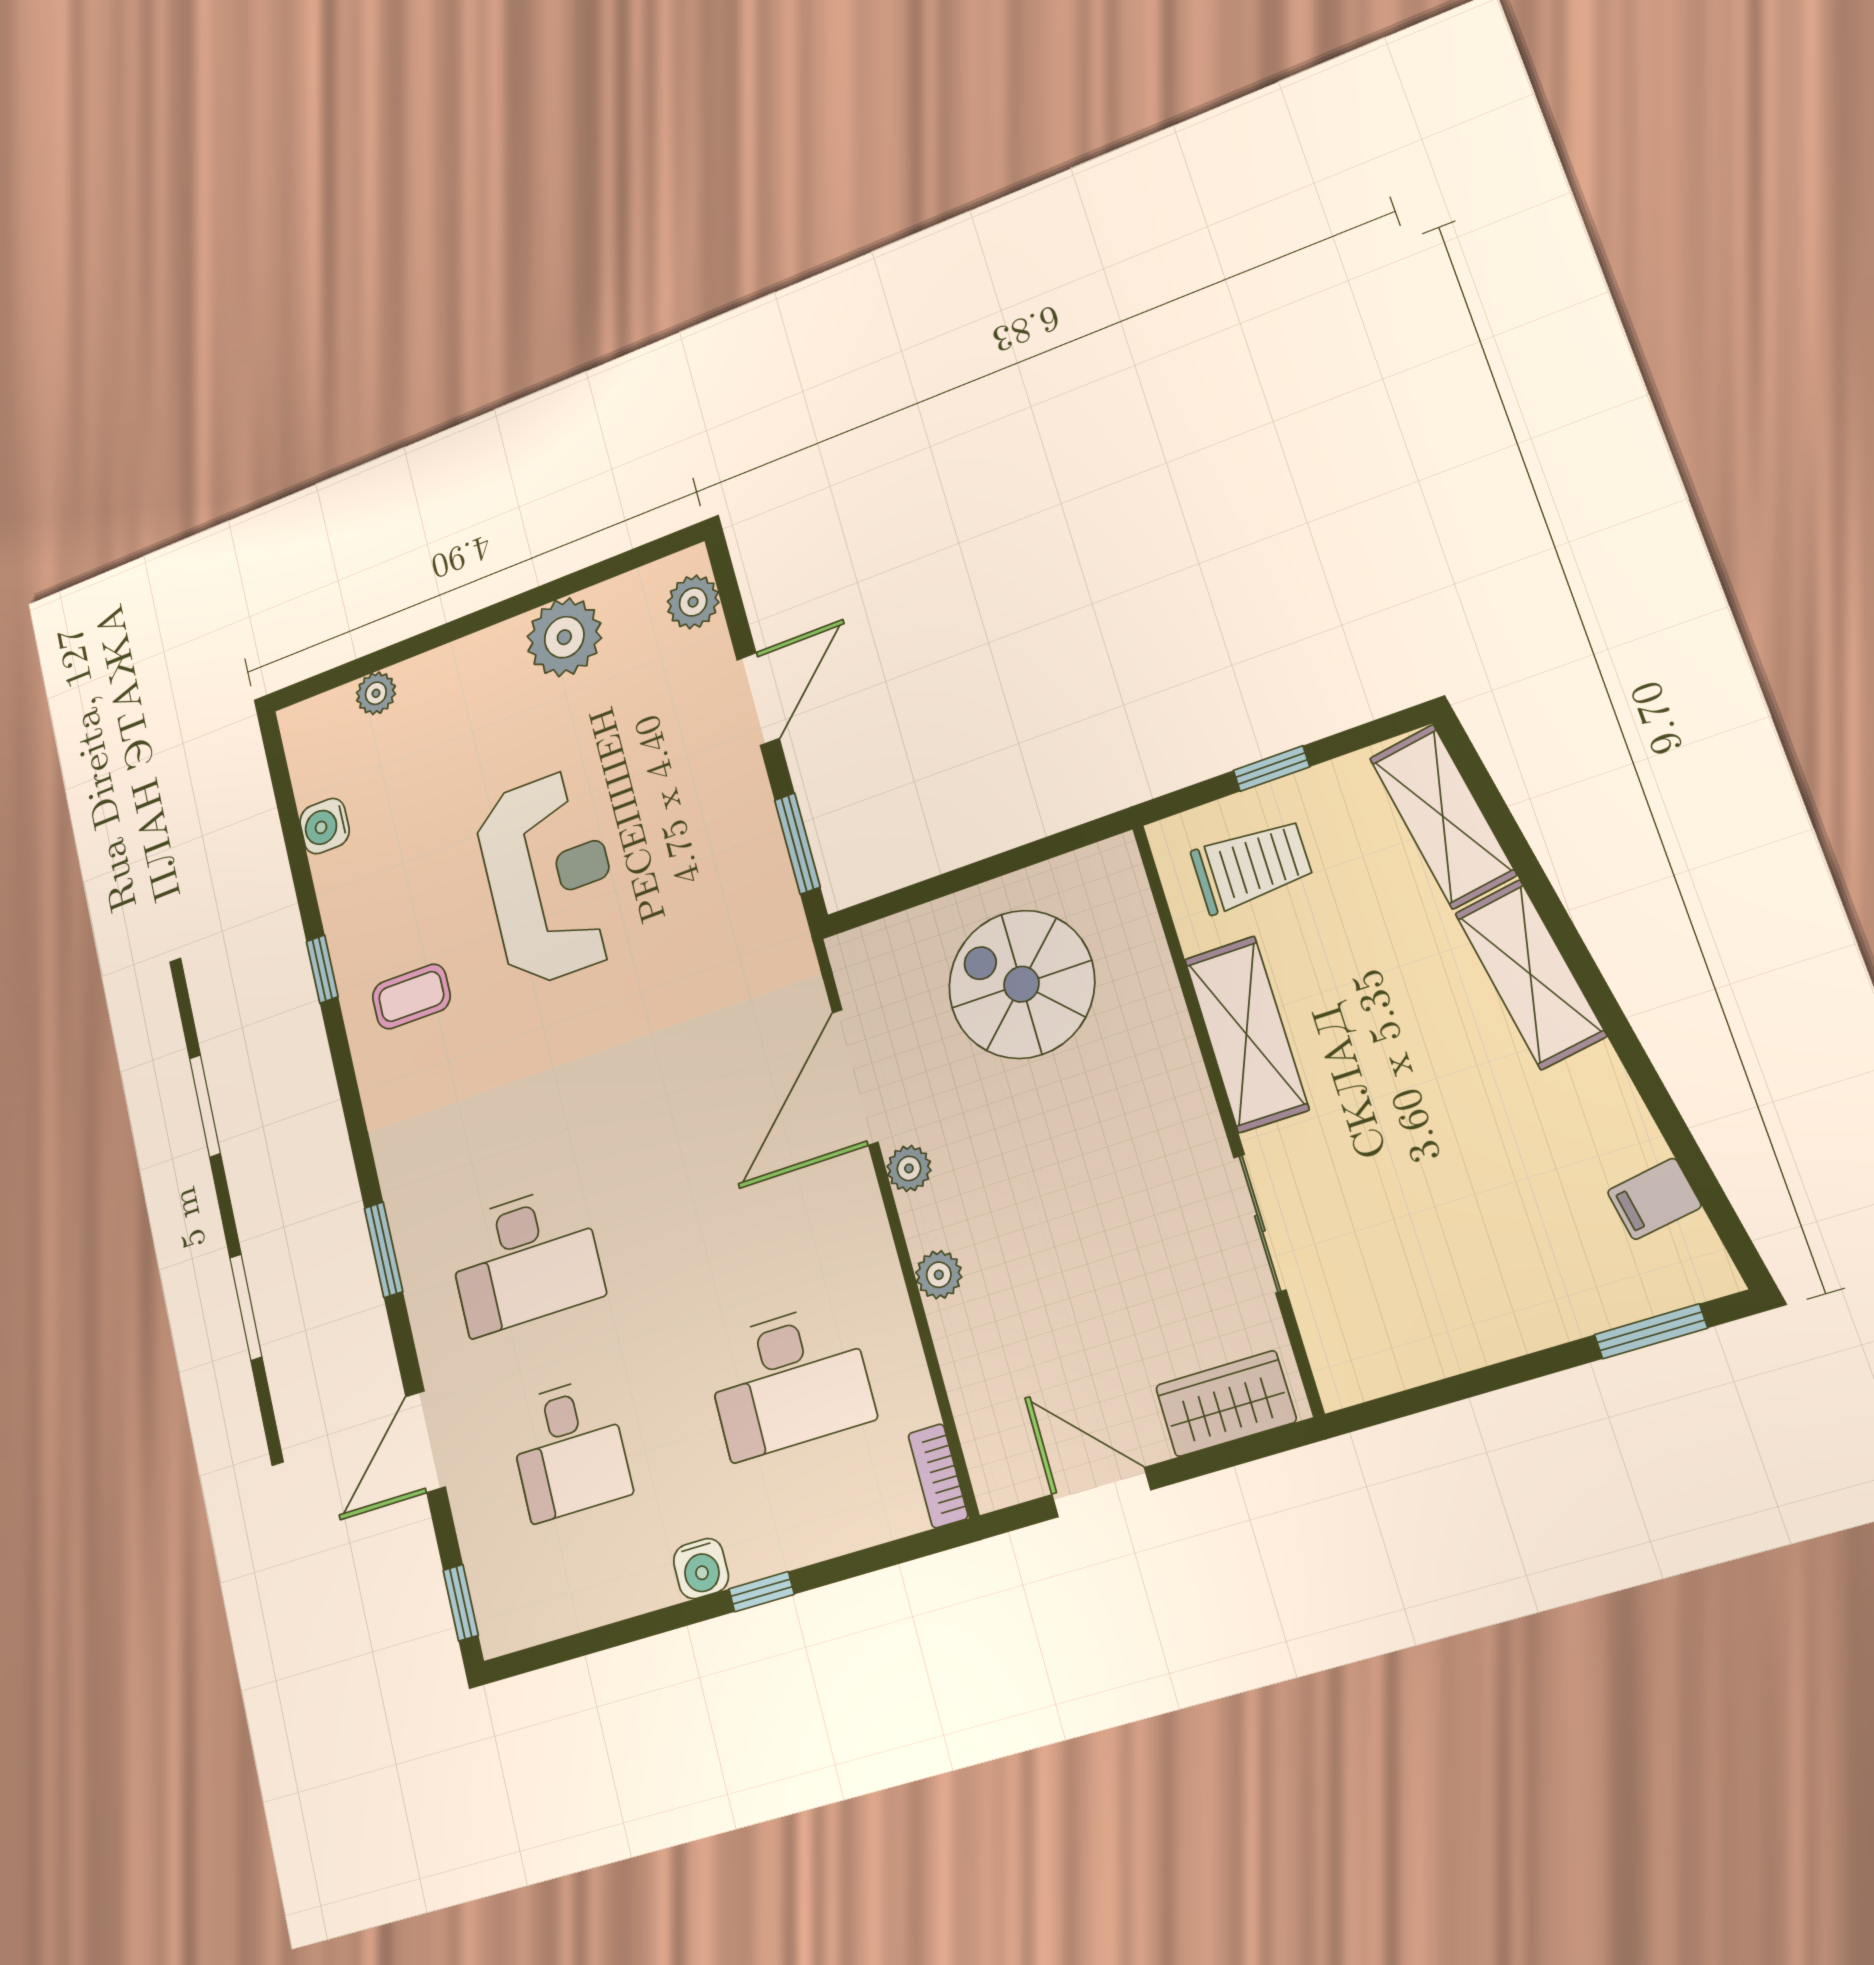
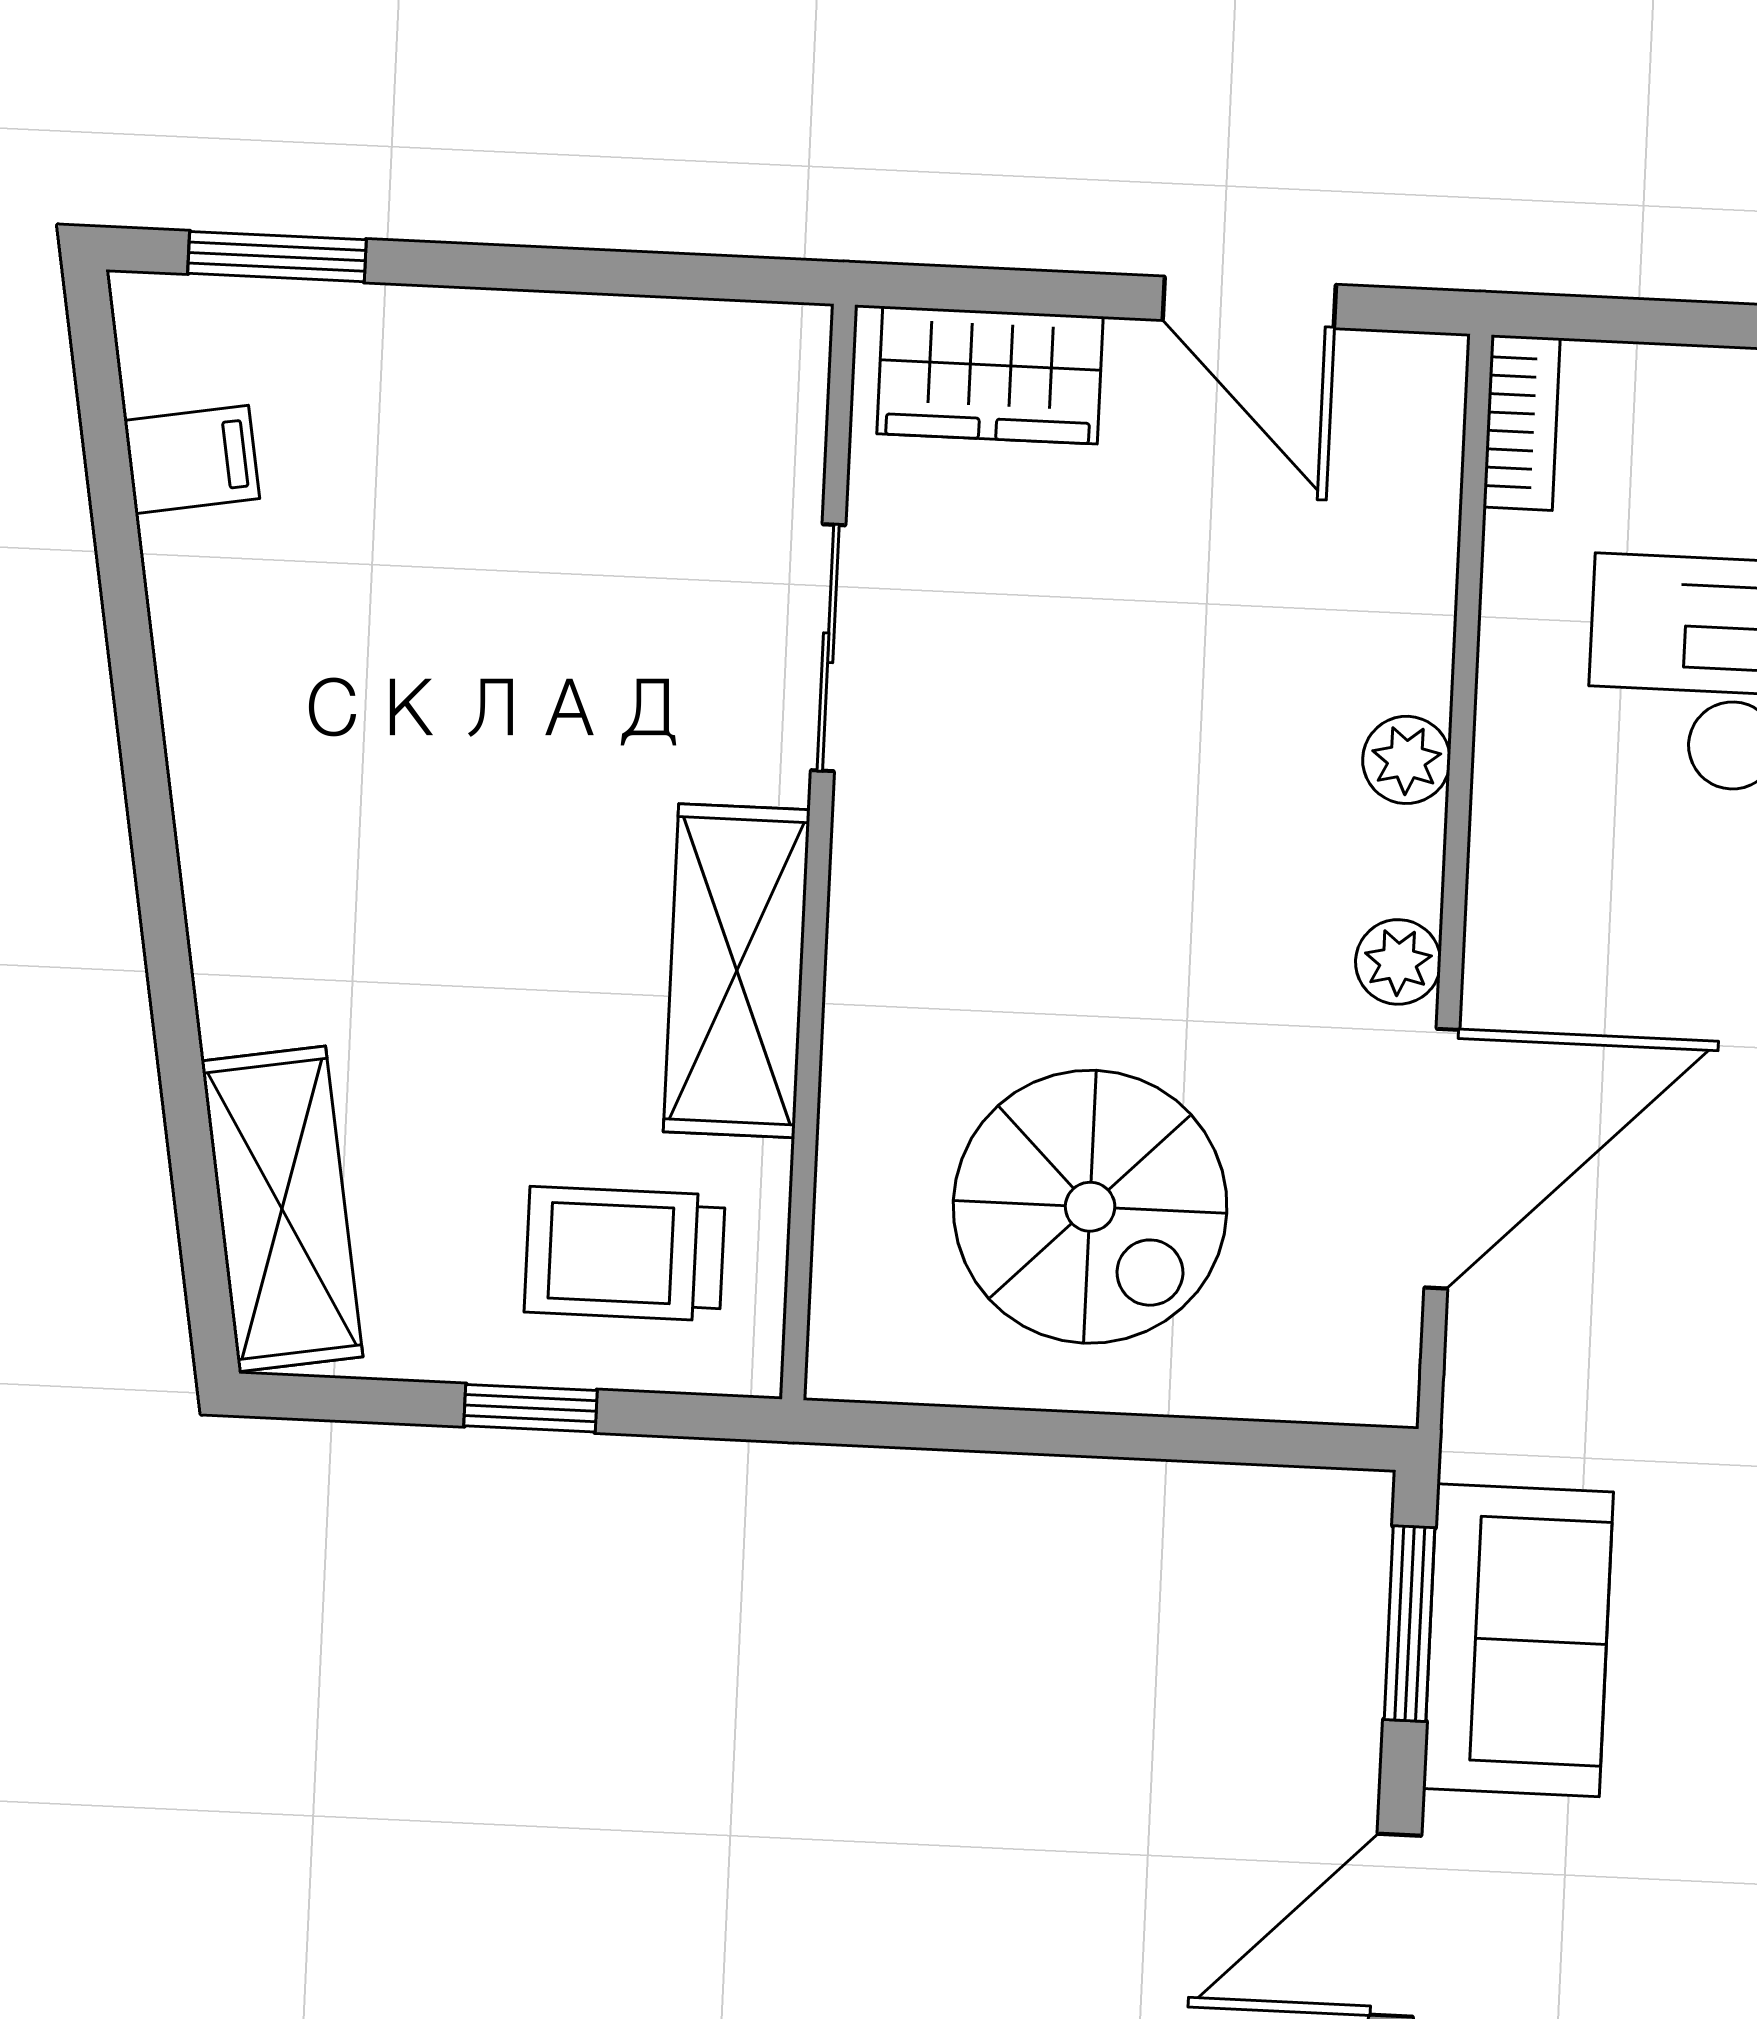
sofa: (744, 857) -> (1518, 1640), added
shelving: (1530, 974) -> (243, 890), removed

